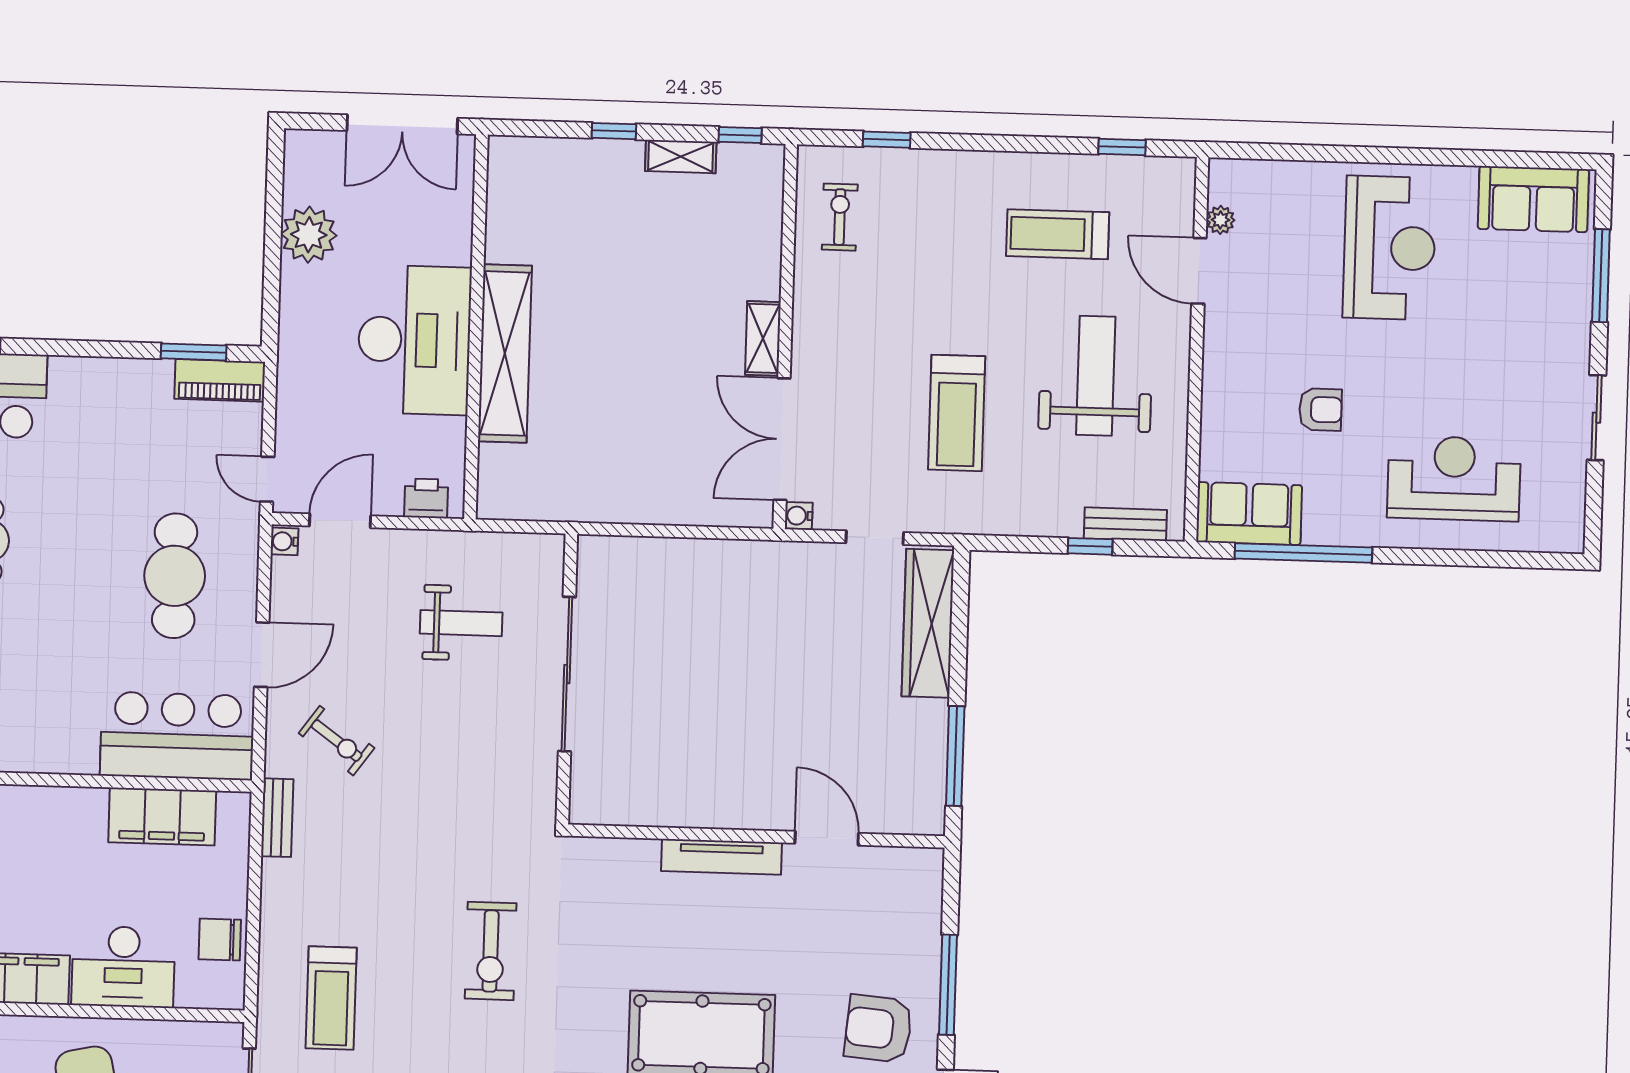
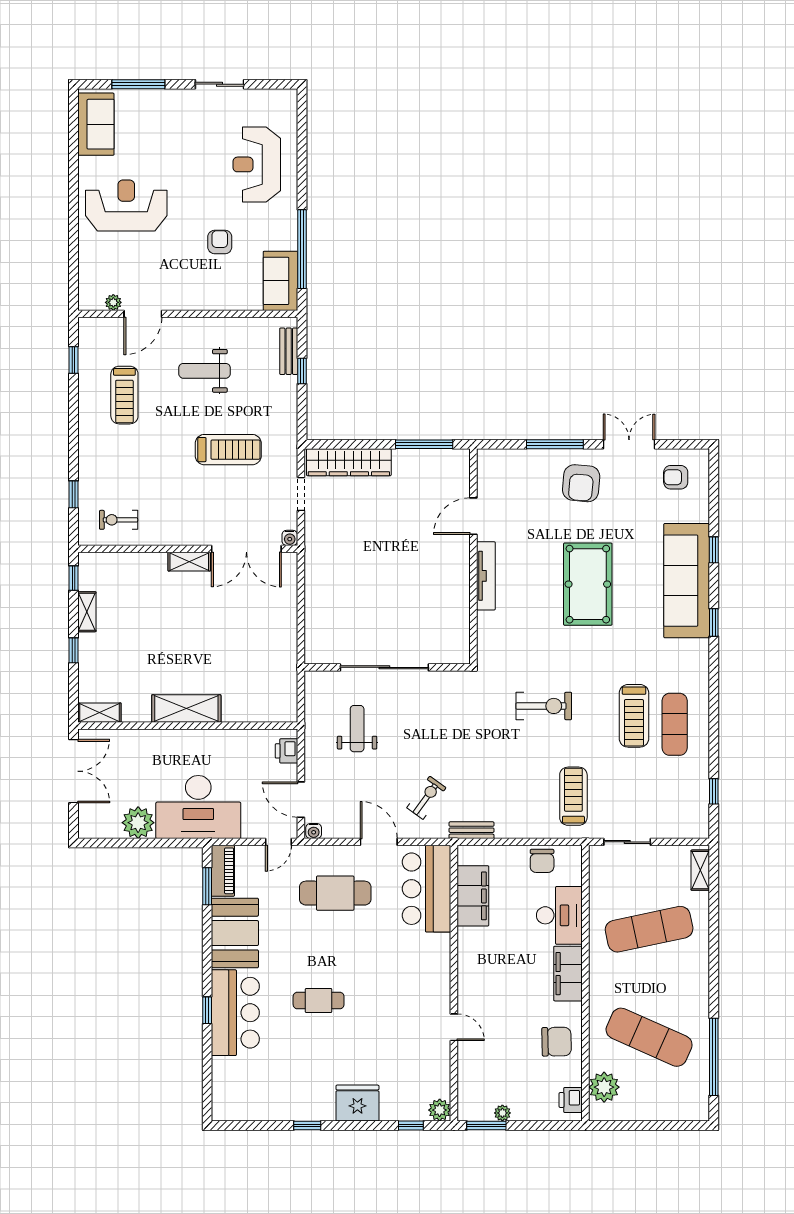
shelving: (503, 173) -> (99, 713), added
desk: (414, 340) -> (198, 807), moved, turned 180
shelving: (505, 353) -> (186, 709), width x0.68
weight bench: (1096, 376) -> (205, 371), width x0.73, depth x0.75
booth: (110, 398) -> (235, 933), added
treadmill: (331, 998) -> (573, 796), turned -90

